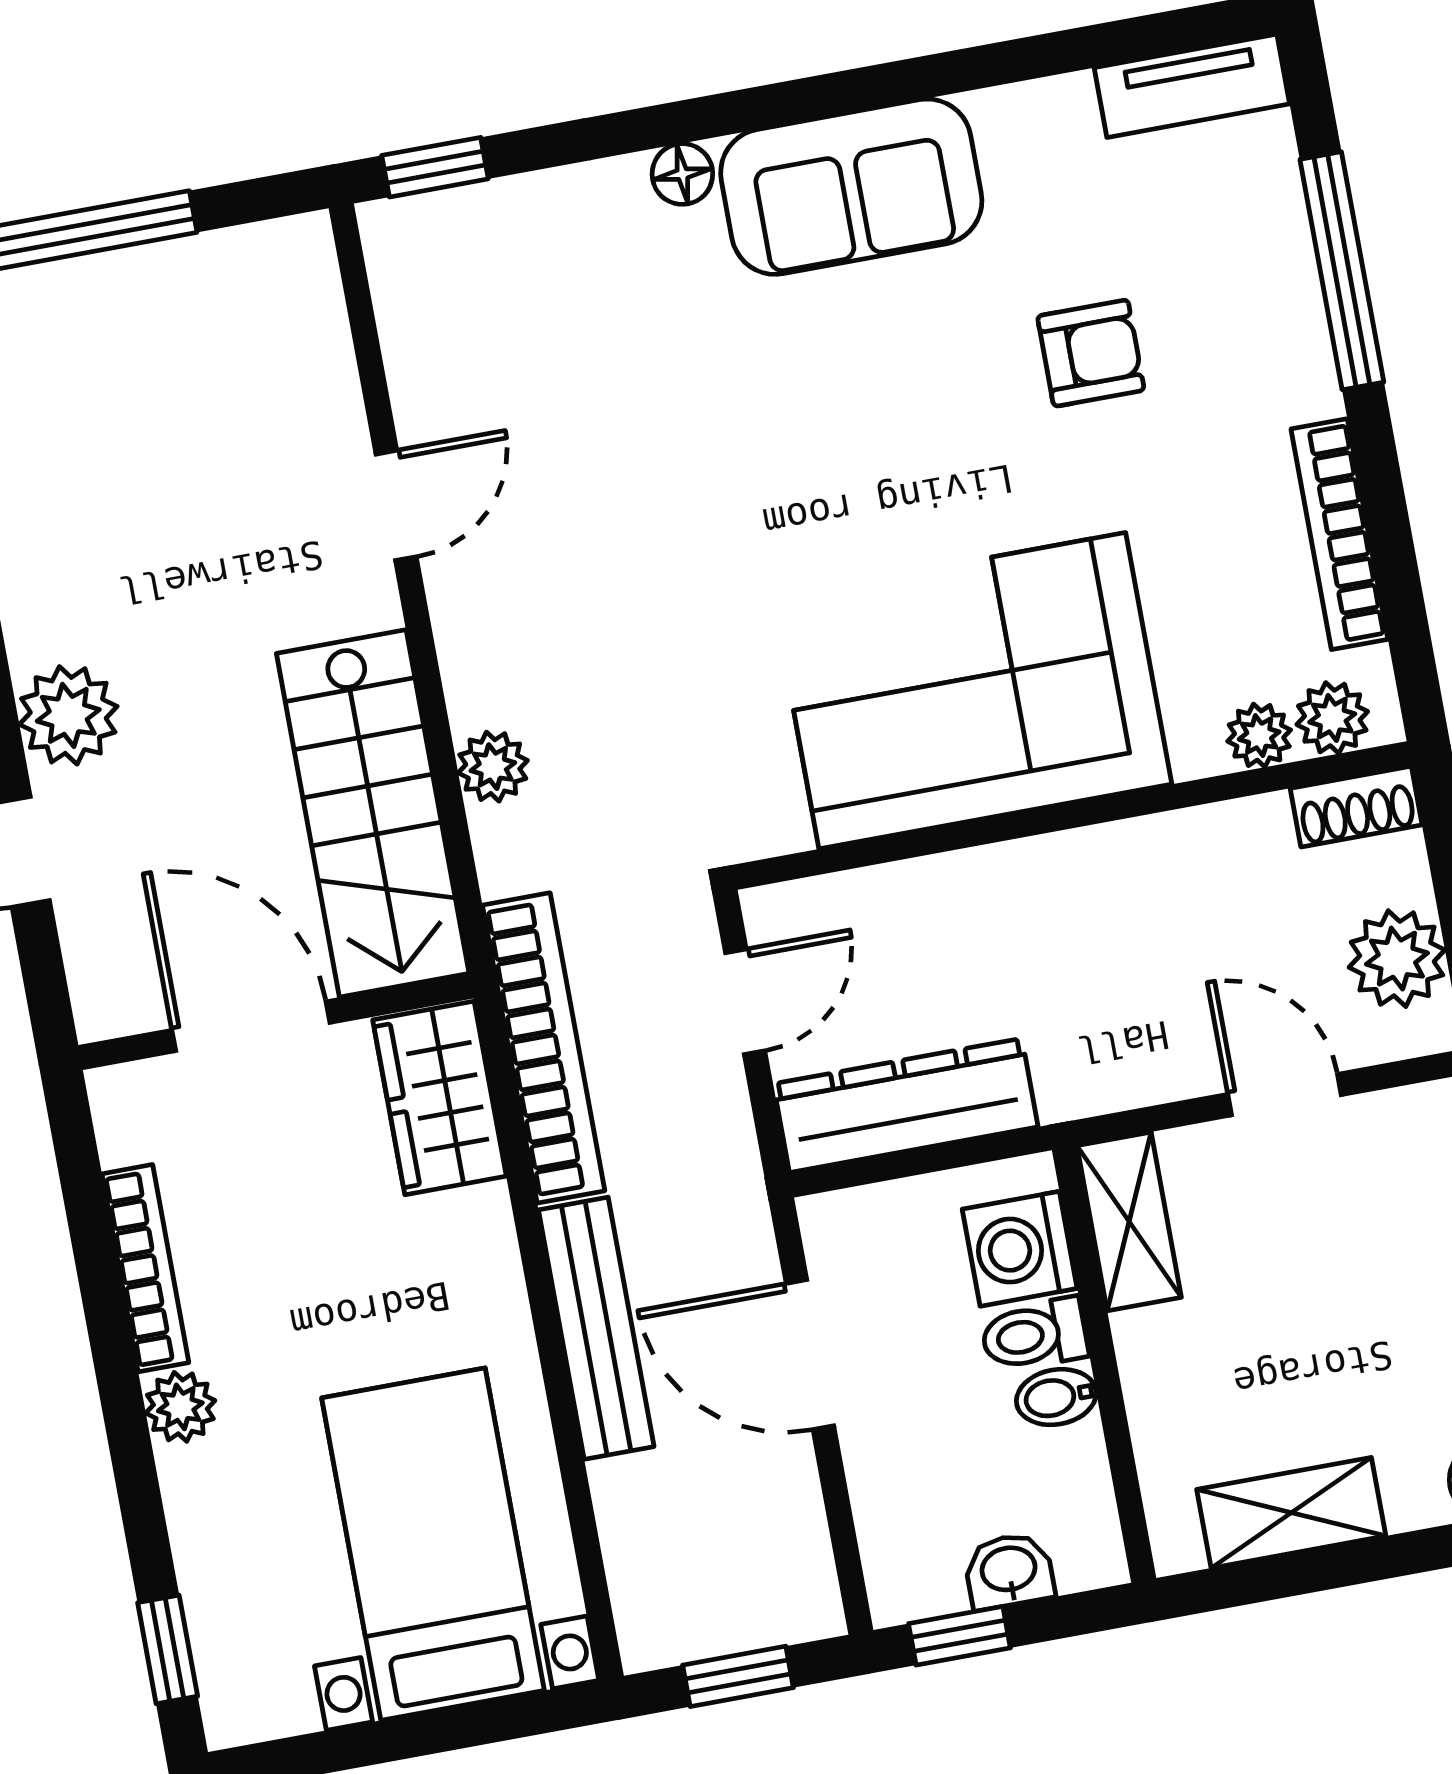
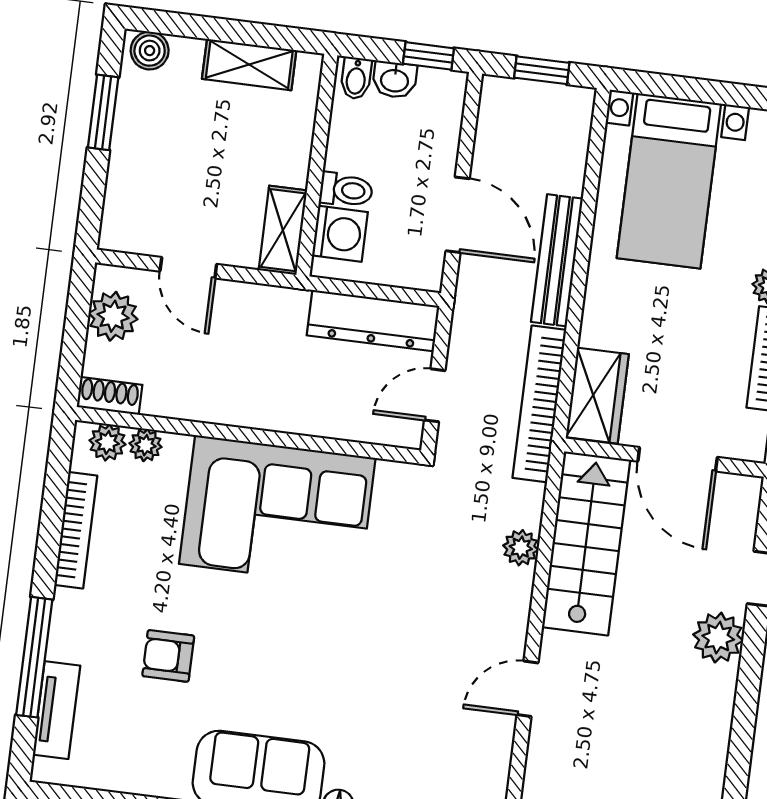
tv unit: (1192, 86) -> (57, 710), moved, turned 90
bidet: (1056, 1397) -> (356, 78), moved, turned 90

